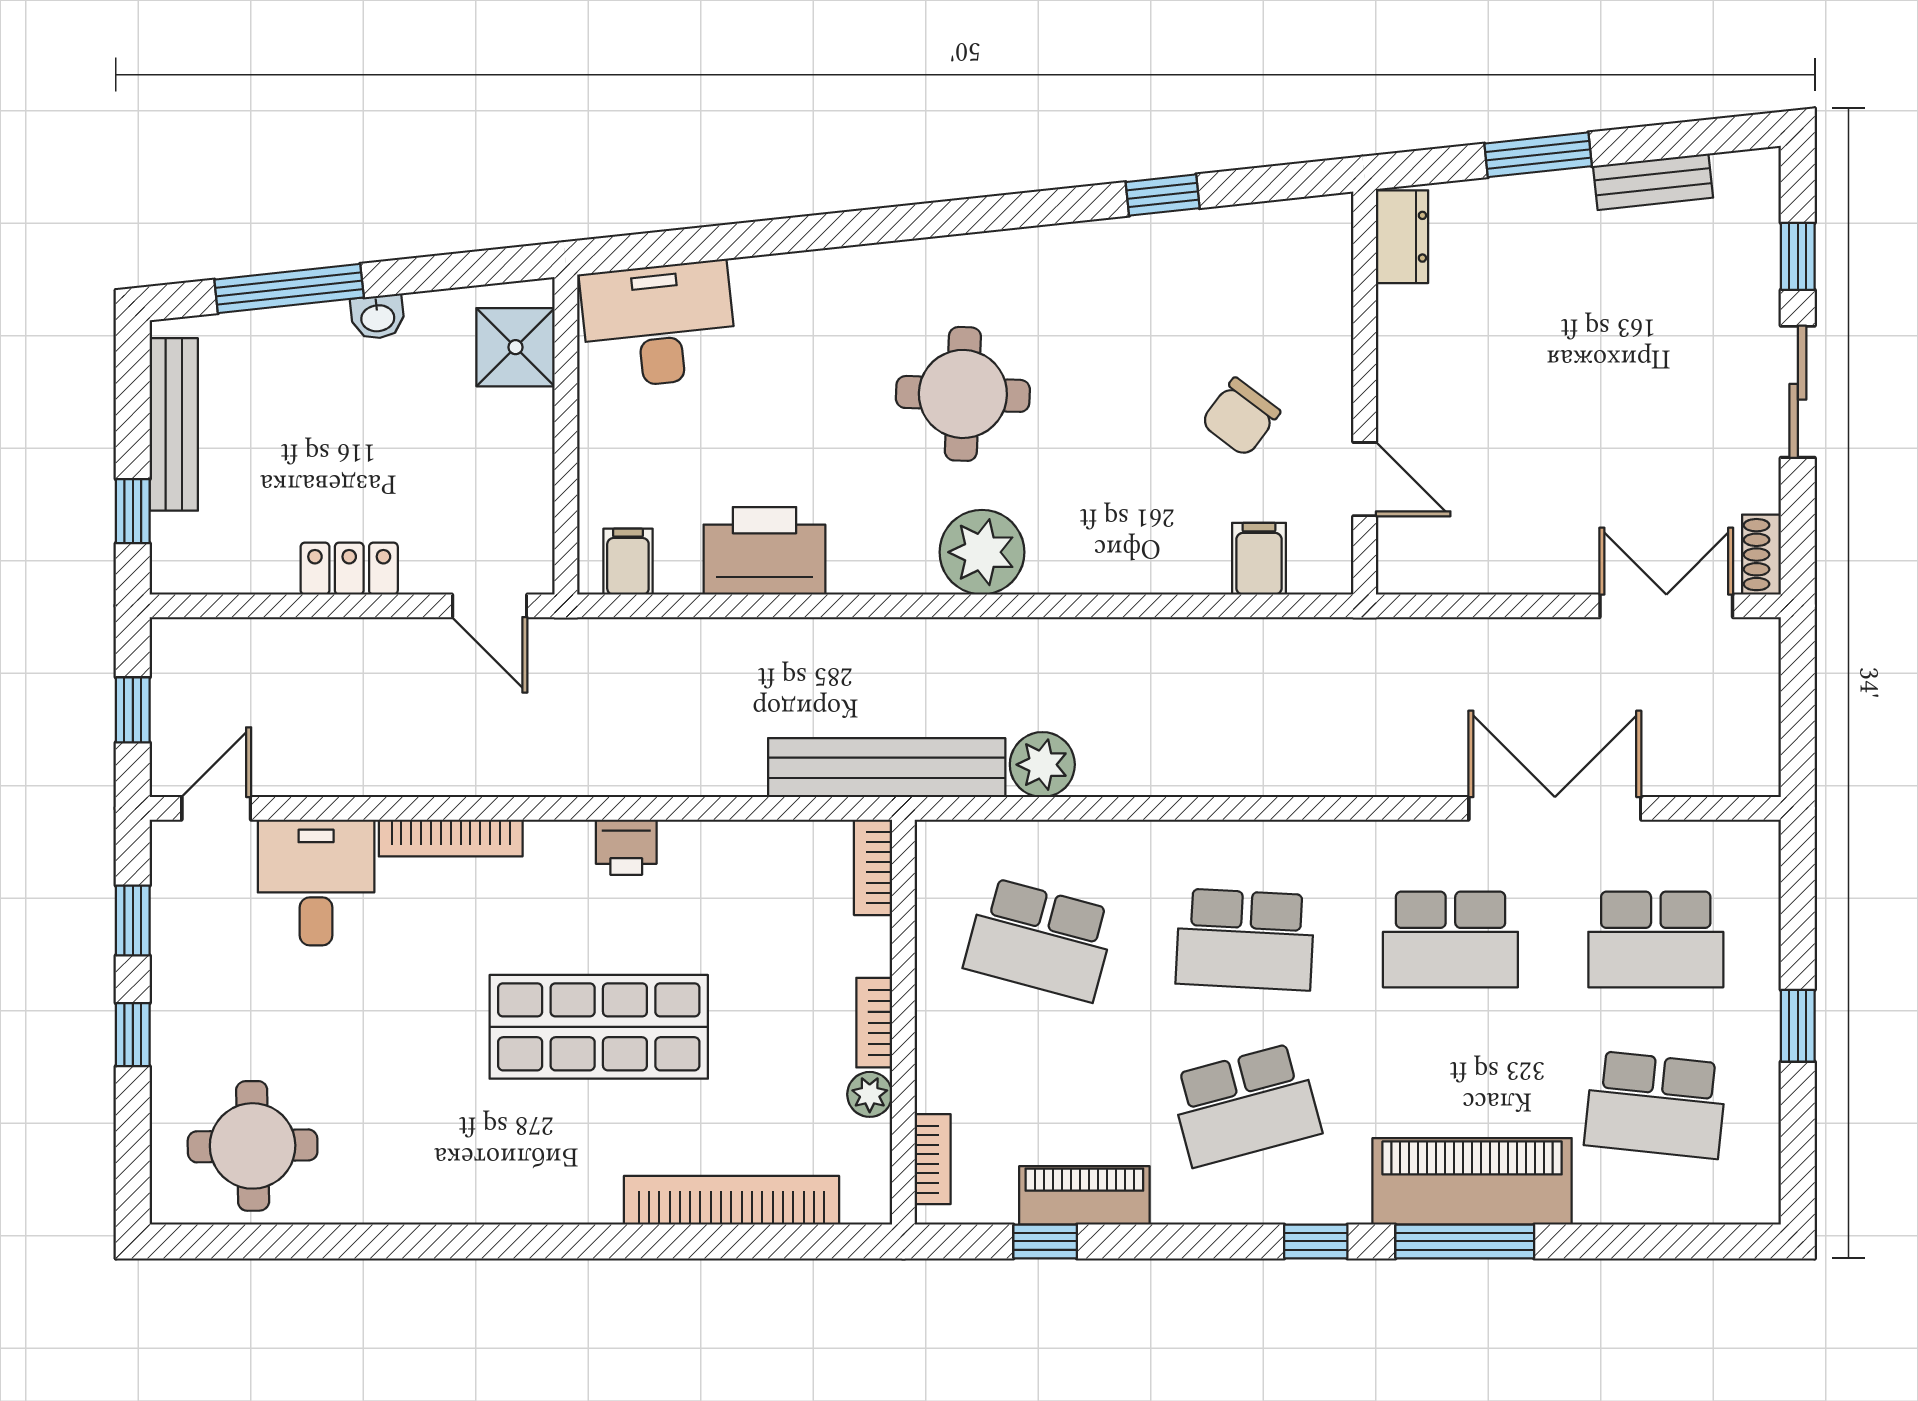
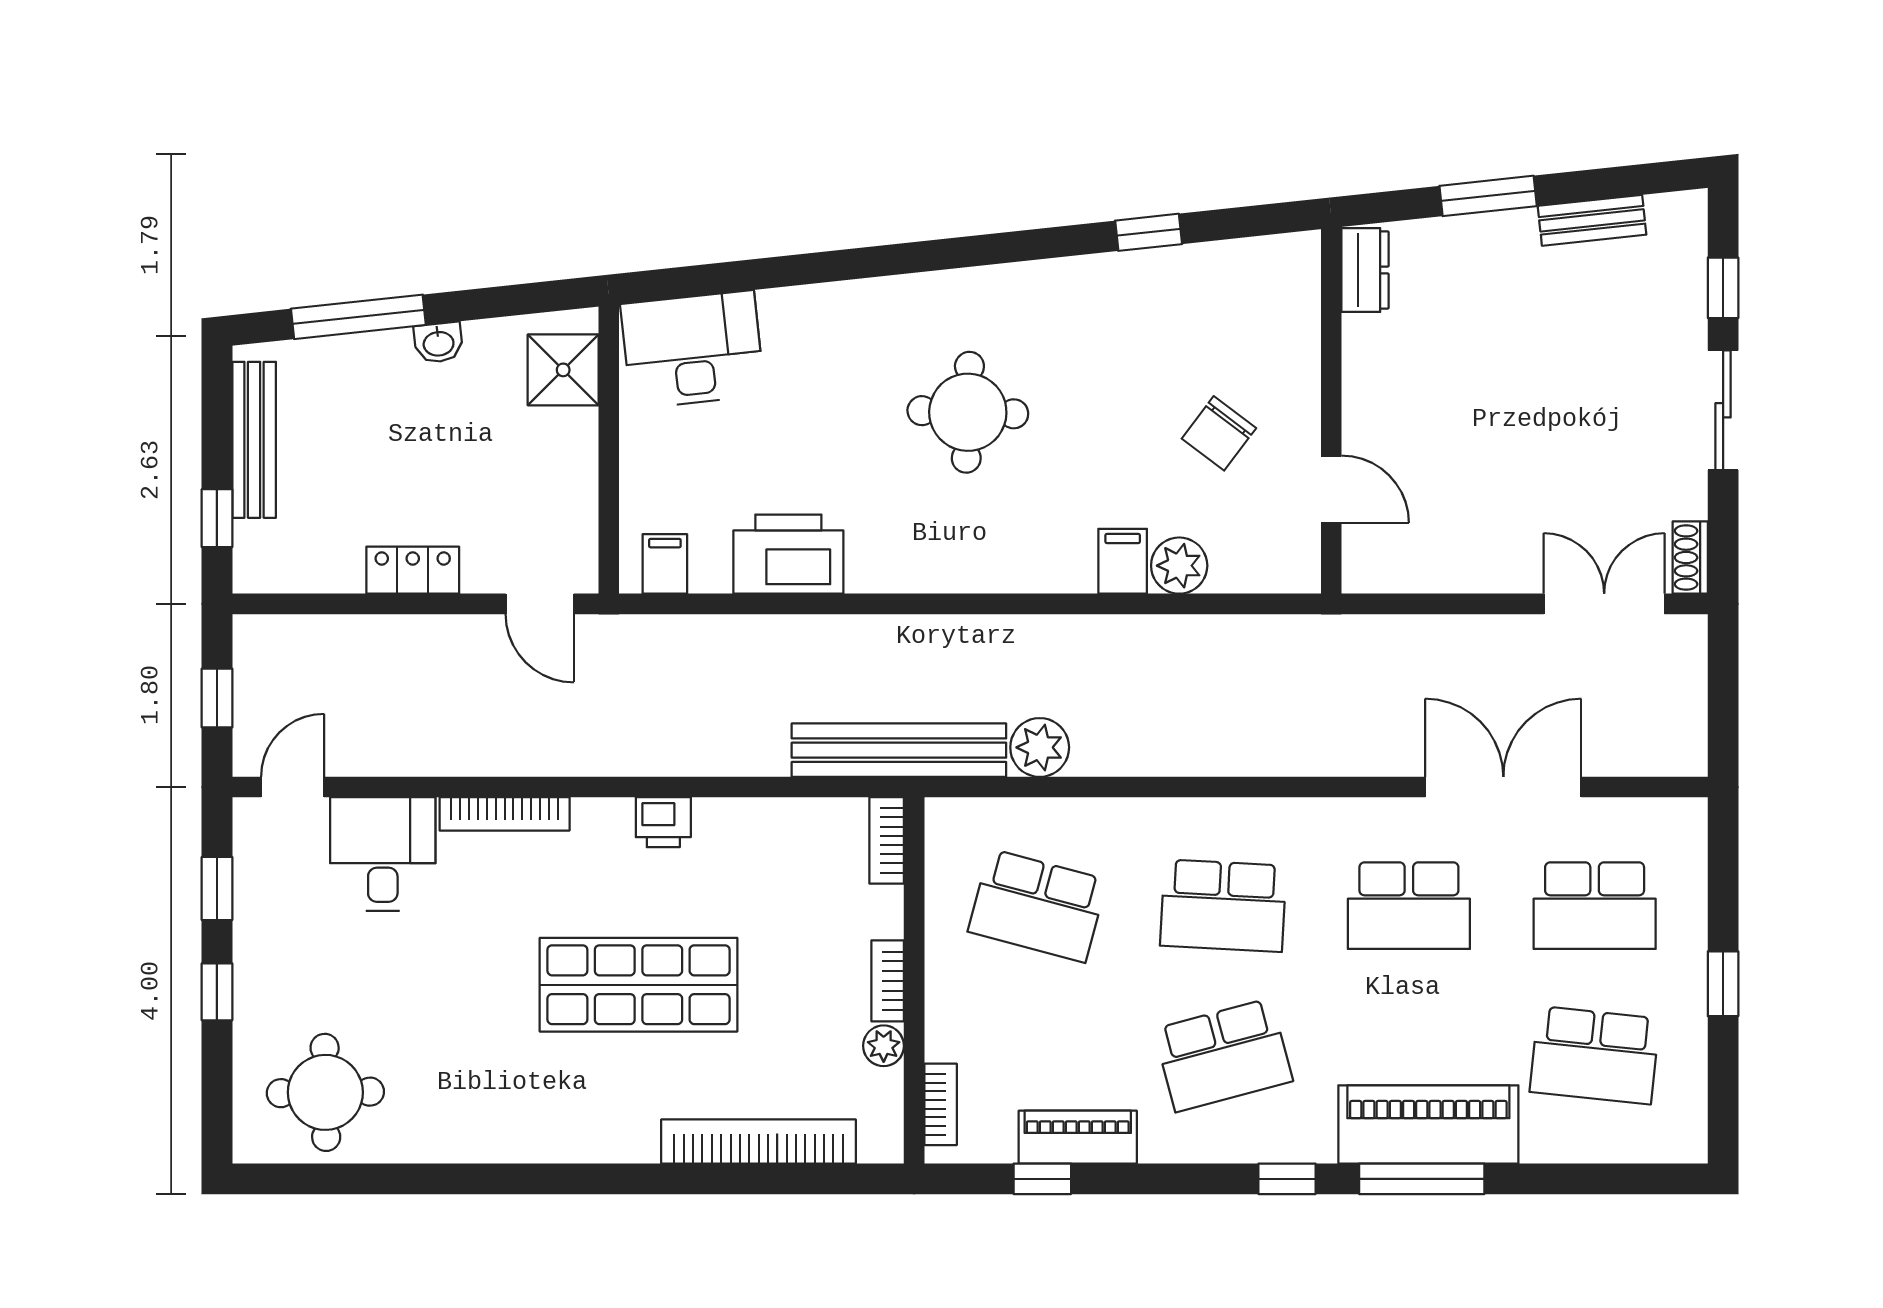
plant: (982, 552) -> (1179, 566), moved, width x0.73, depth x0.73
filing cabinet: (1259, 559) -> (1123, 561), moved

